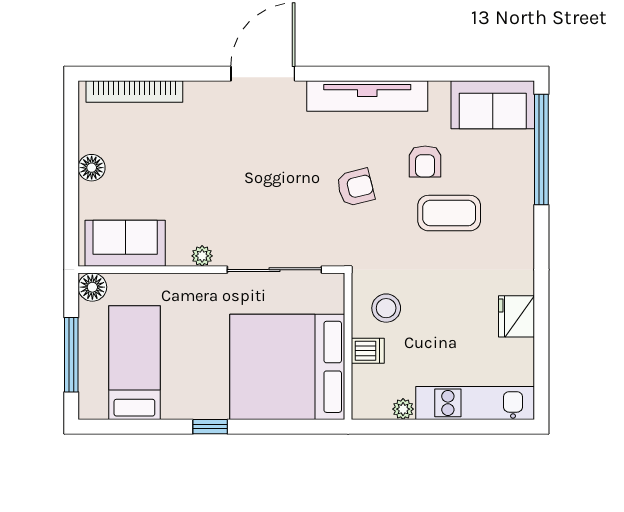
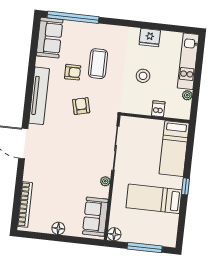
stool: (386, 308) -> (143, 76), moved
bed: (134, 363) -> (154, 199), moved
bed: (287, 367) -> (174, 149), width x0.49

